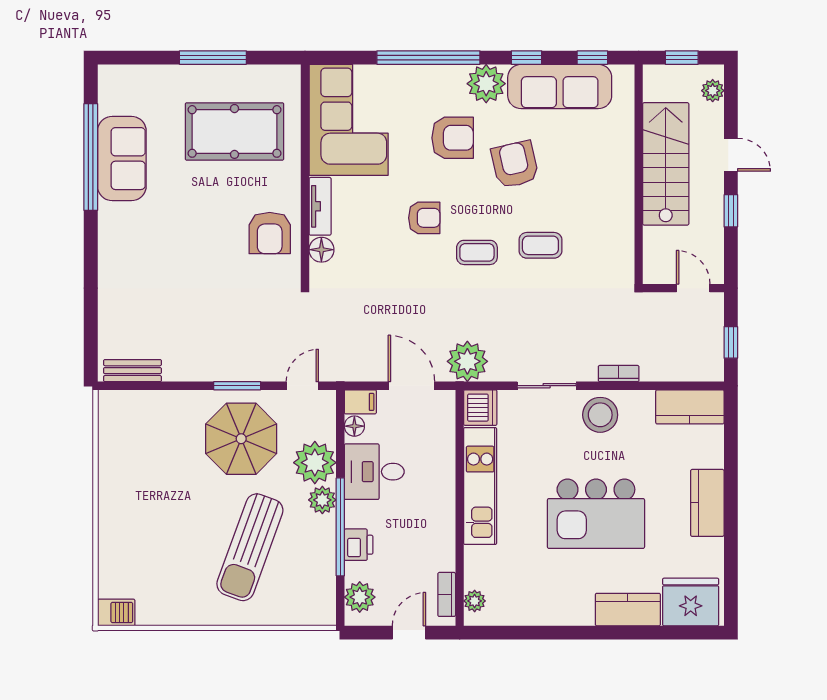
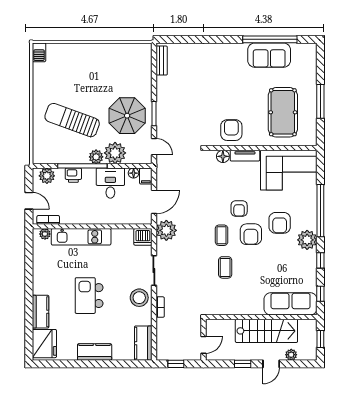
sofa: (560, 86) -> (291, 304), moved, turned 90
plant: (713, 91) -> (291, 355), moved
armchair: (515, 164) -> (251, 234), moved, turned 103
armchair: (270, 233) -> (231, 130), turned 90
kitchen unit: (480, 486) -> (81, 237), moved
kitchen island: (596, 514) -> (89, 296), width x0.73, depth x0.78

